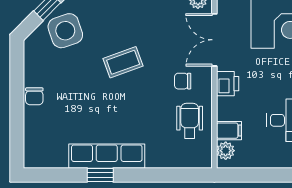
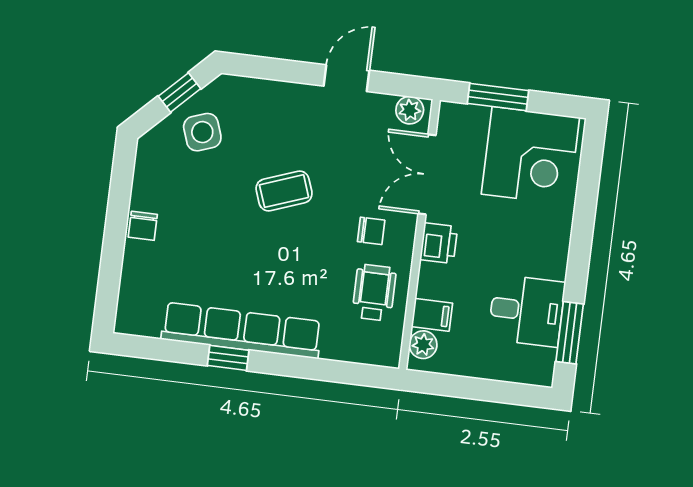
side table: (65, 31) -> (202, 132), width x0.73, depth x0.73
chair: (183, 81) -> (371, 231), turned 180
row of seats: (107, 156) -> (242, 330), width x1.36

